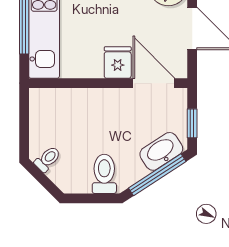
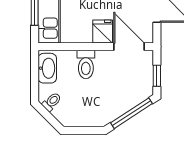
washbasin: (161, 151) -> (47, 68), moved, turned 123
toilet: (104, 174) -> (86, 64), moved, turned 180

